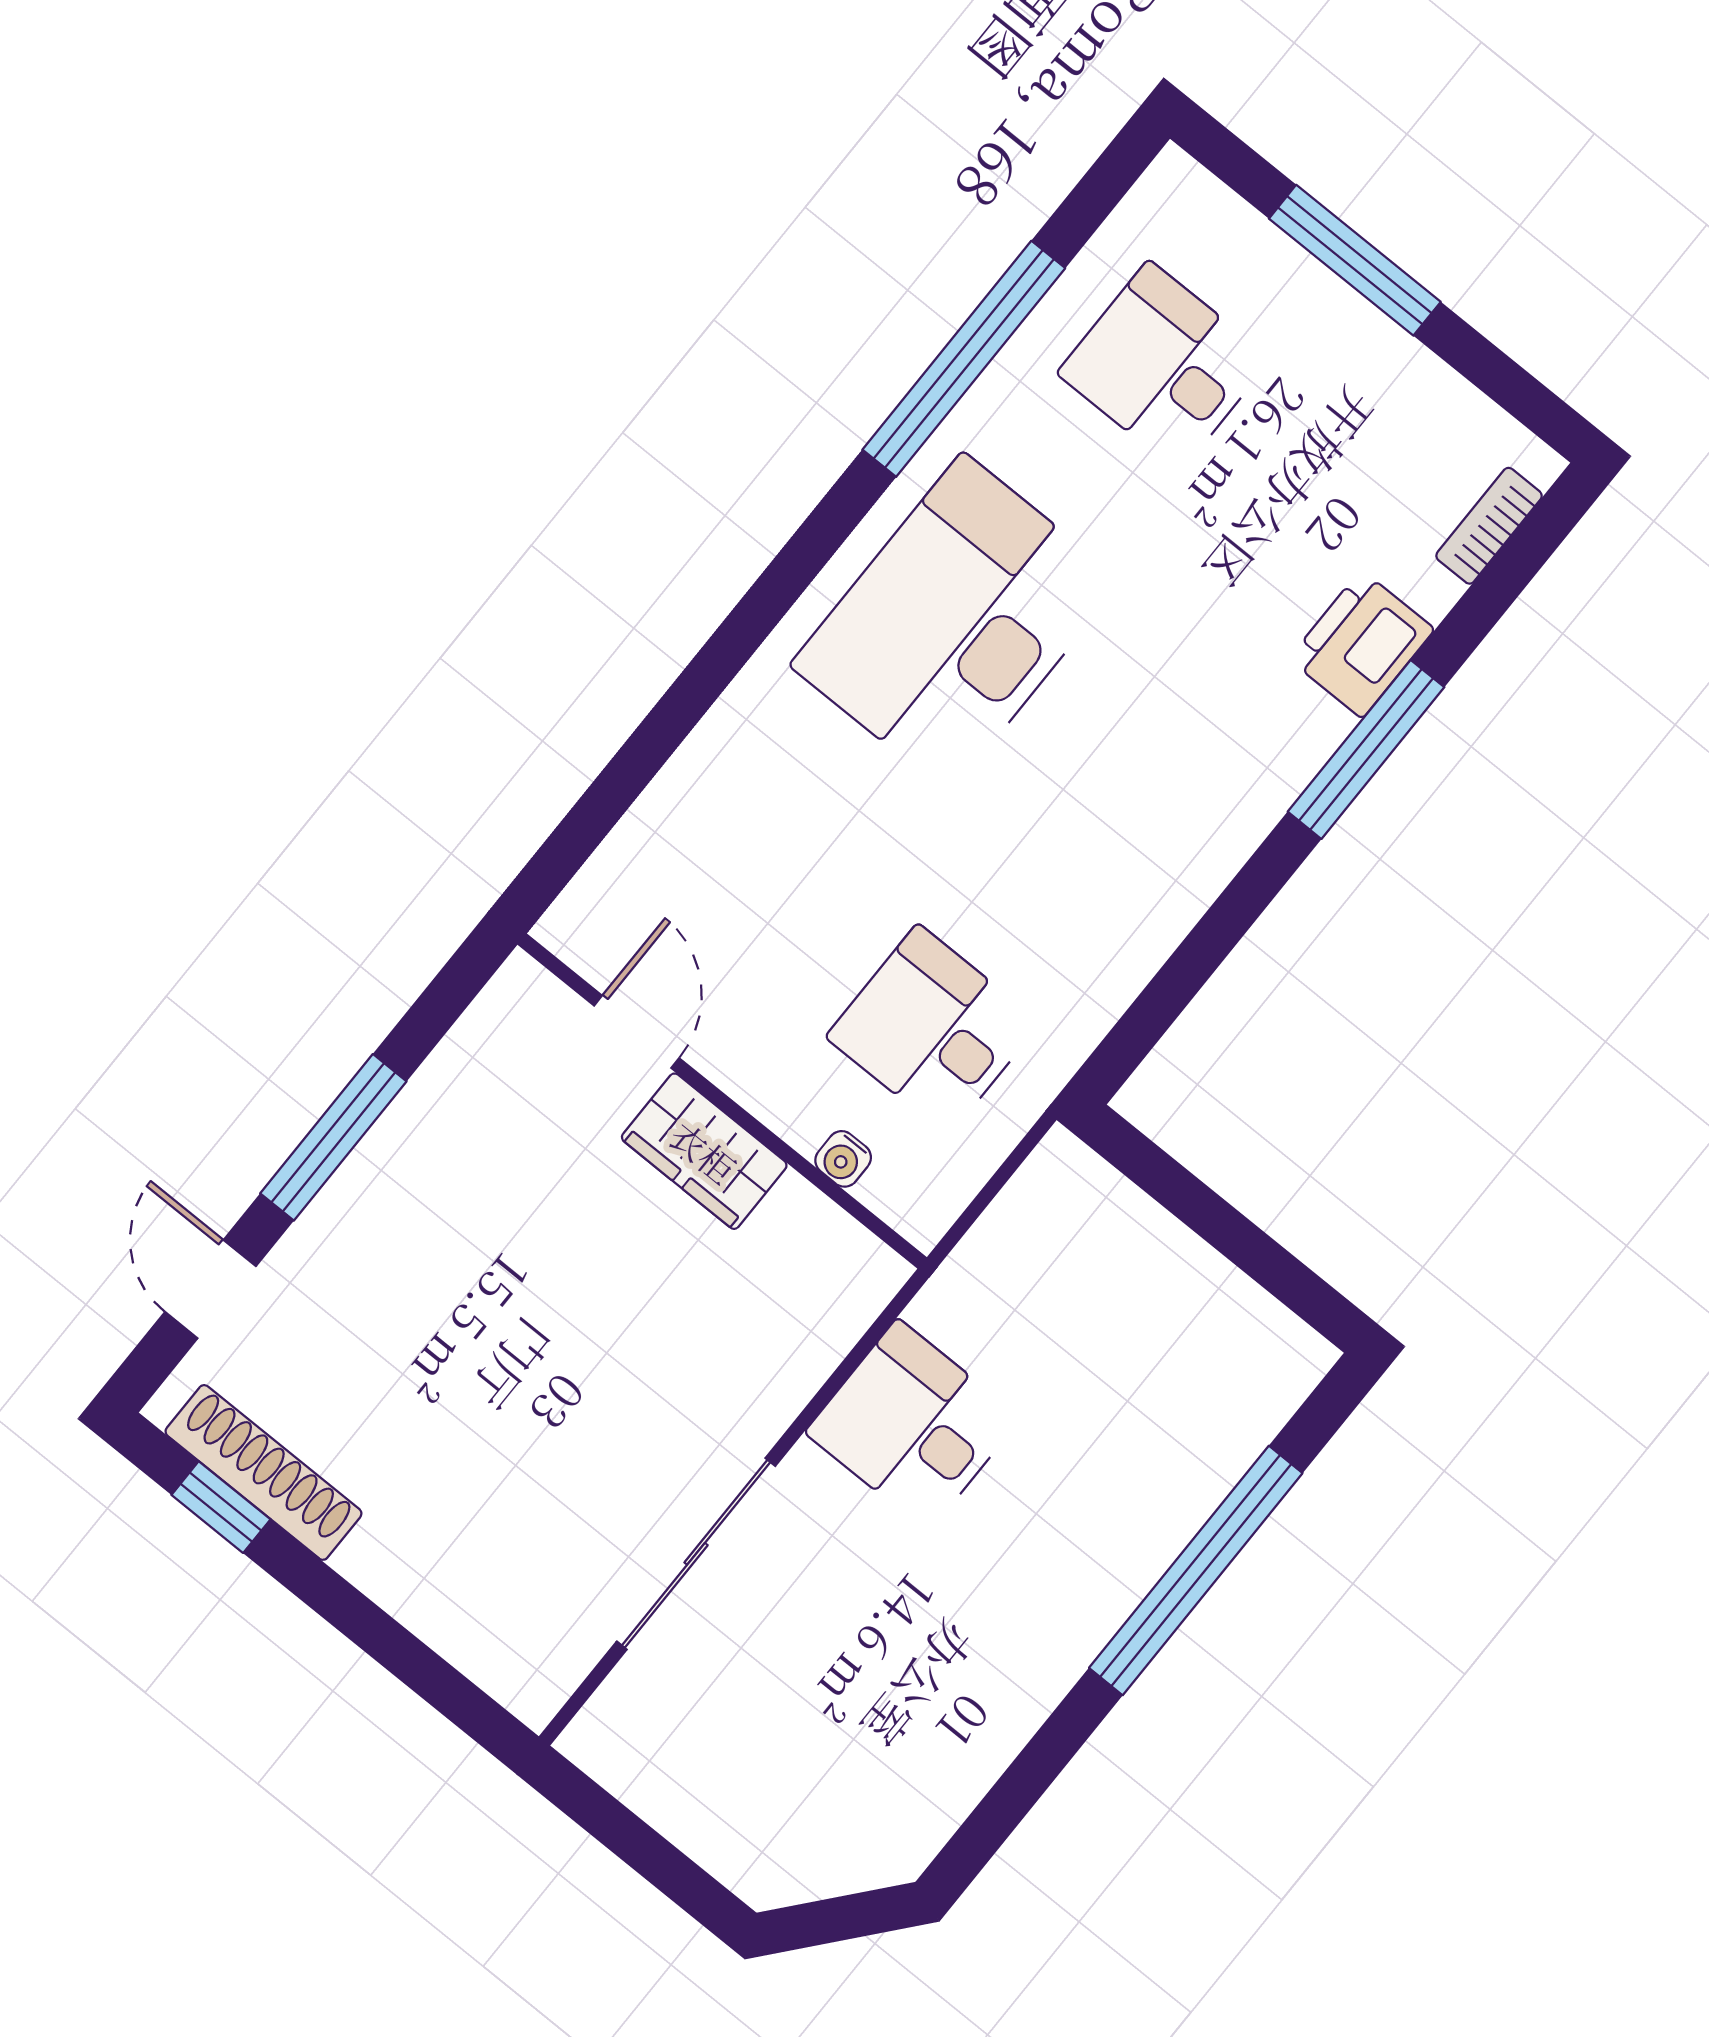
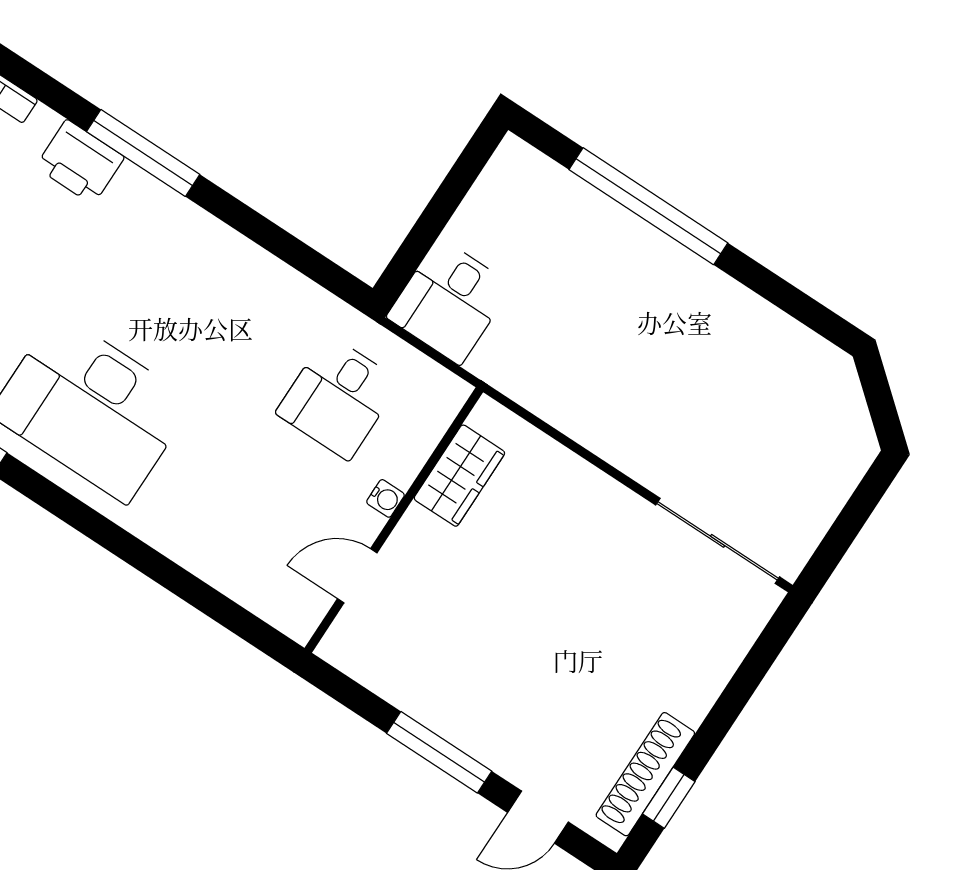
wardrobe: (704, 1151) -> (459, 476), moved
water cooler: (843, 1159) -> (385, 498), moved
desk: (913, 1425) -> (450, 301), moved
sliding door: (696, 1554) -> (718, 541), moved

